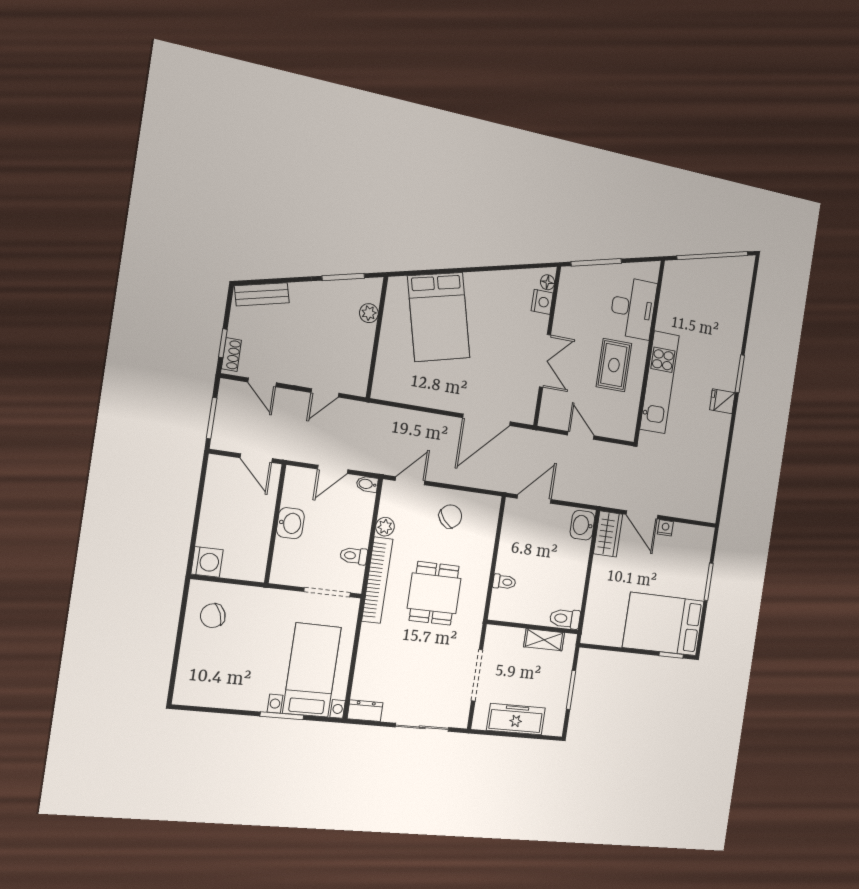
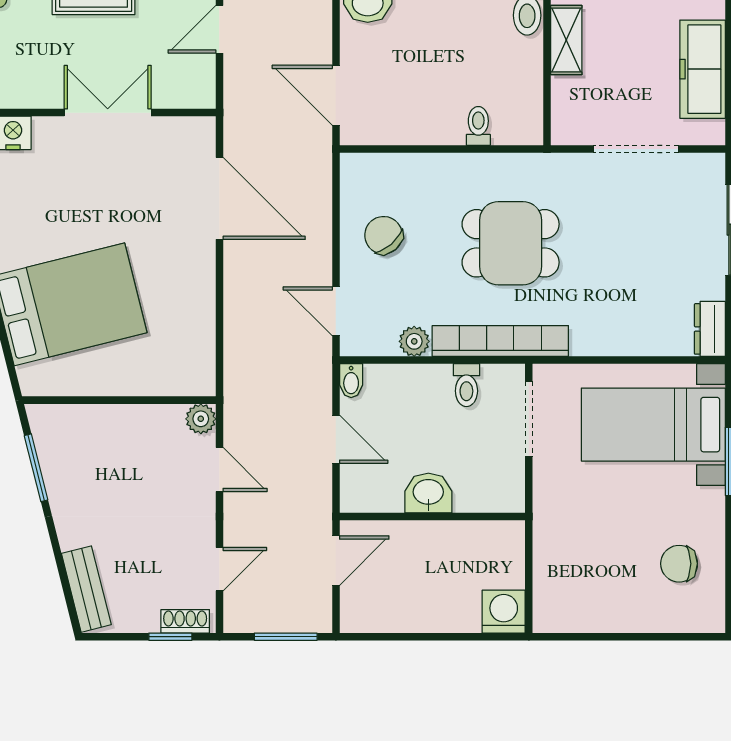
plant: (369, 313) -> (201, 419), moved
chair: (213, 616) -> (679, 564), moved, turned 112

